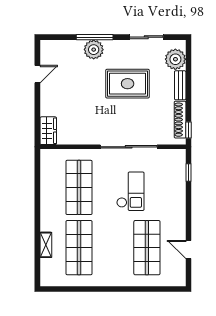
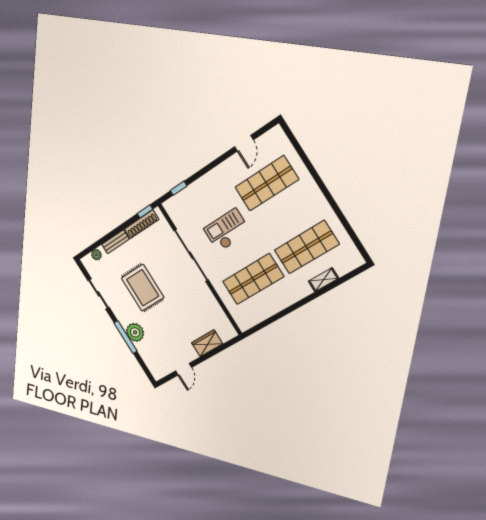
plant: (175, 59) -> (96, 255), width x0.53, depth x0.53
door: (37, 74) -> (184, 369), swing flipped
wardrobe: (48, 131) -> (207, 343), moved

